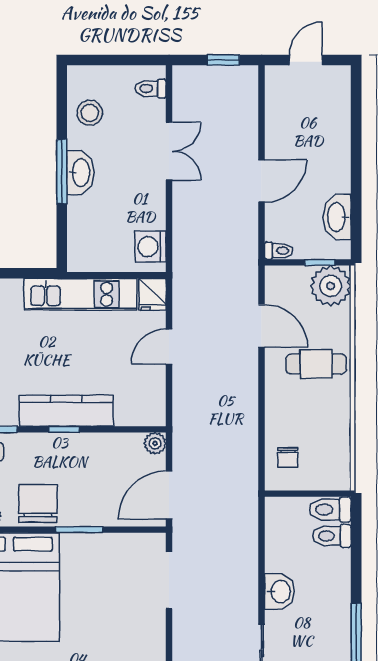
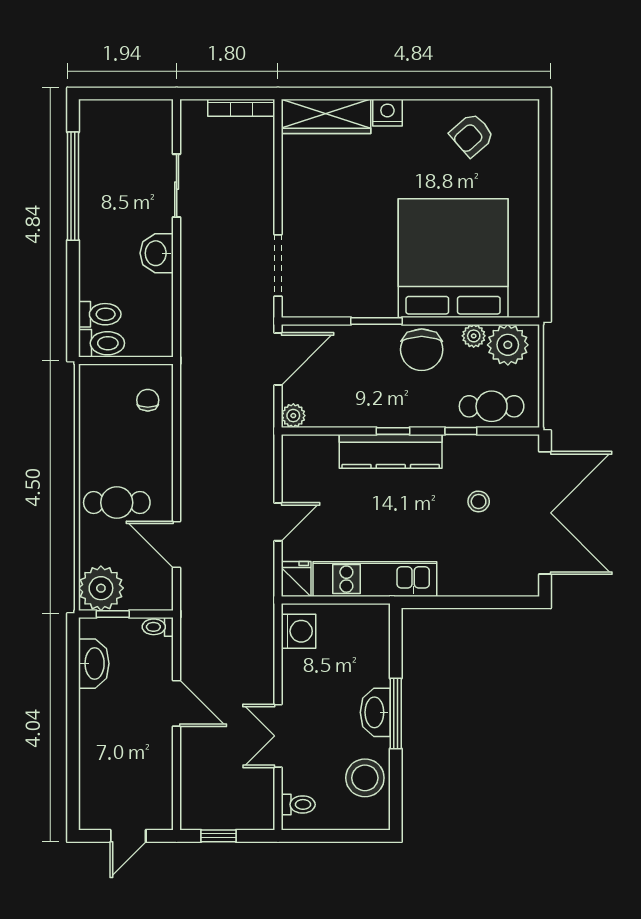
stool: (90, 113) -> (365, 778), width x1.38, depth x1.38
door: (262, 181) -> (177, 703), swing flipped

